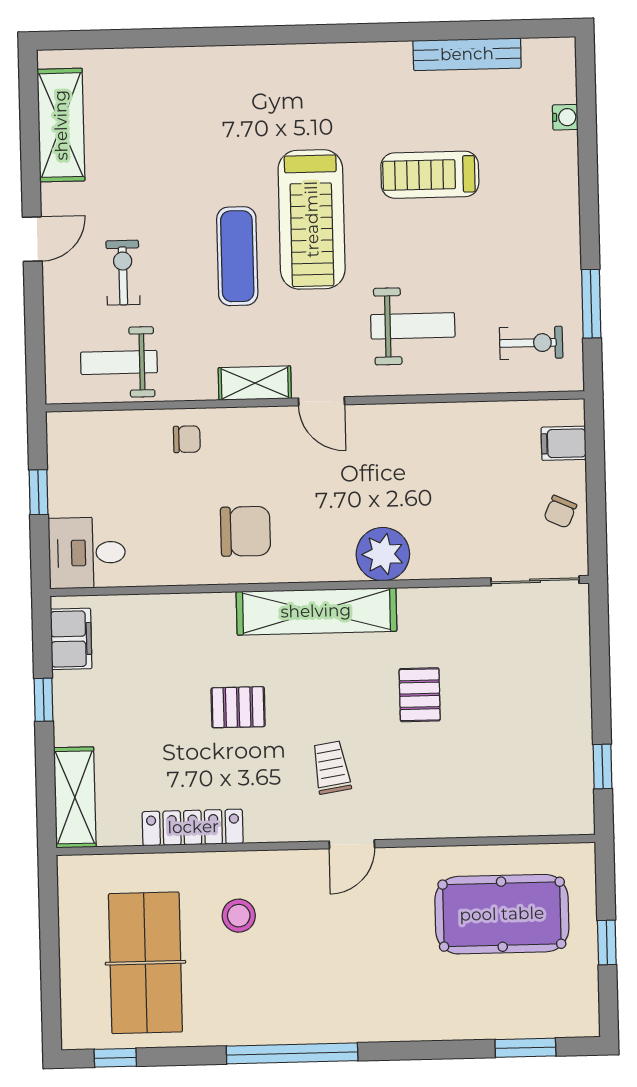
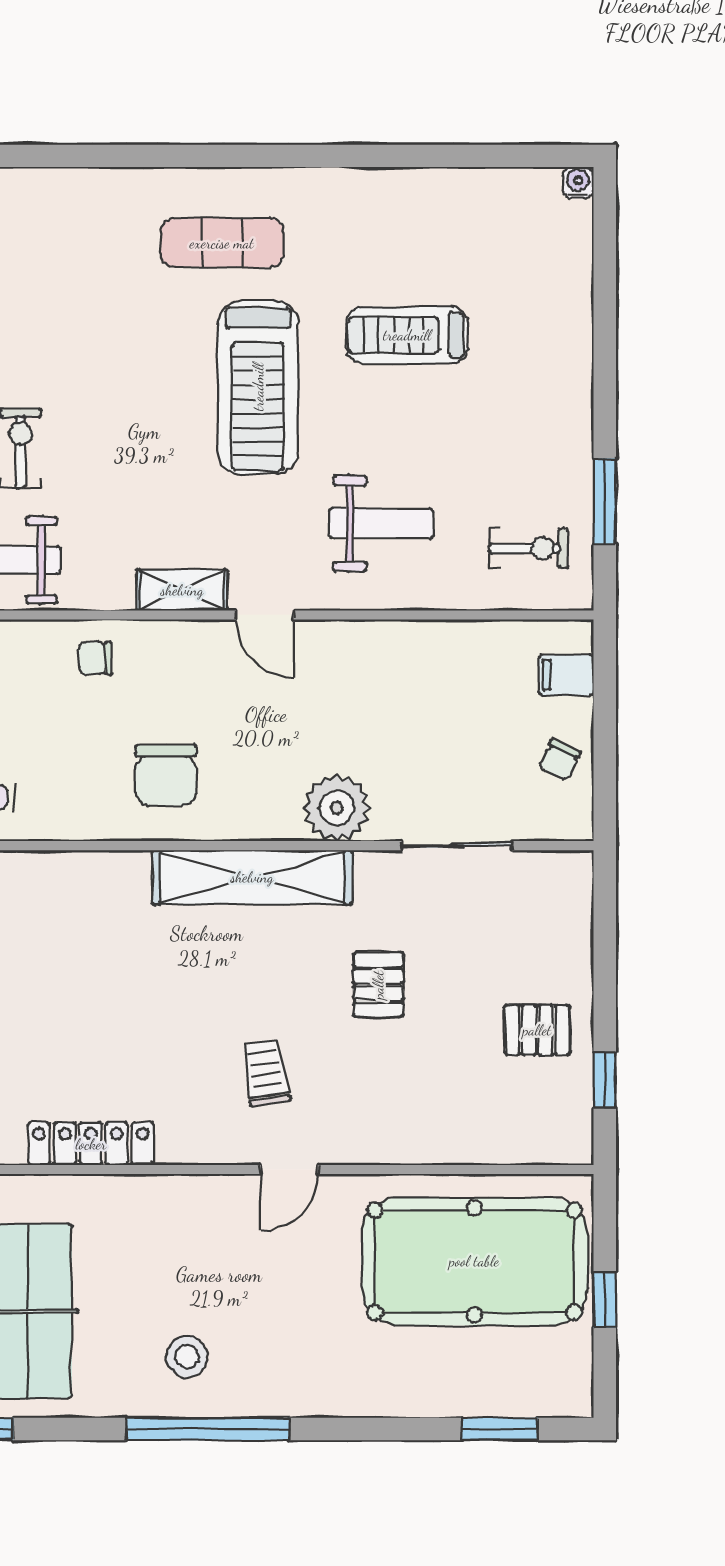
bench: (467, 54) -> (457, 186), removed
water cooler: (565, 117) -> (578, 183), moved, turned -90
exercise mat: (237, 256) -> (222, 243), moved, turned 90
chair: (187, 439) -> (95, 658), turned 180
chair: (245, 531) -> (166, 775), turned 90
sliding door: (535, 581) -> (457, 846), moved
pallet: (238, 707) -> (537, 1030), moved
pool table: (502, 914) -> (474, 1261), width x1.36, depth x1.32
stool: (239, 916) -> (187, 1357), moved

